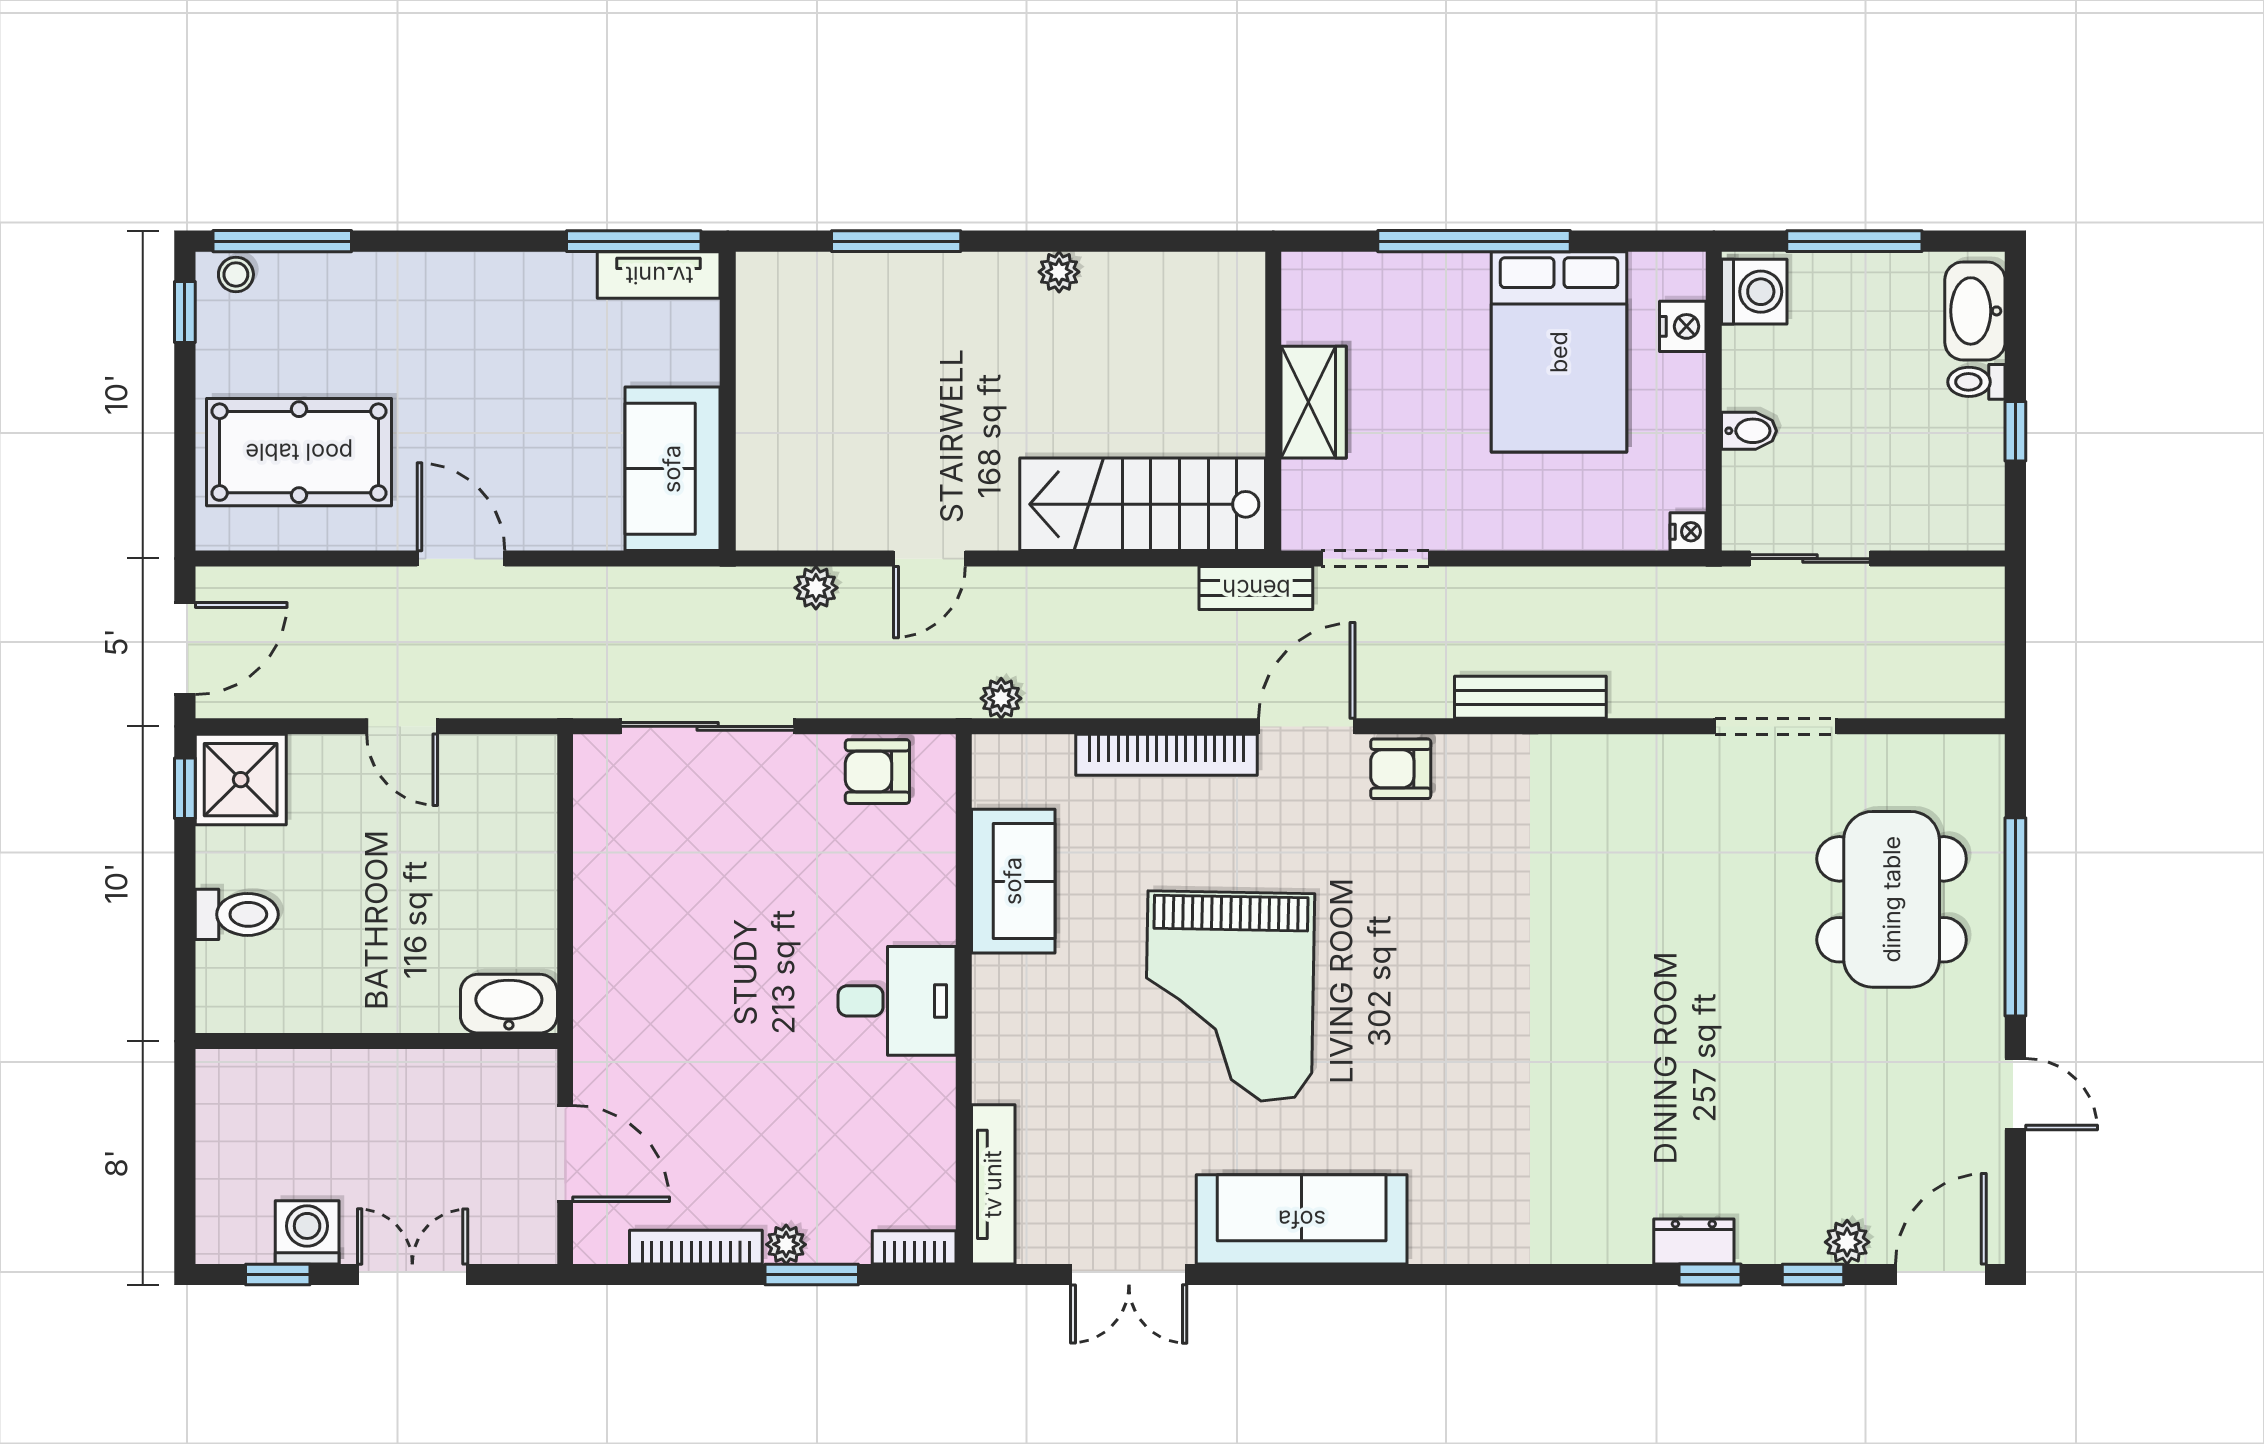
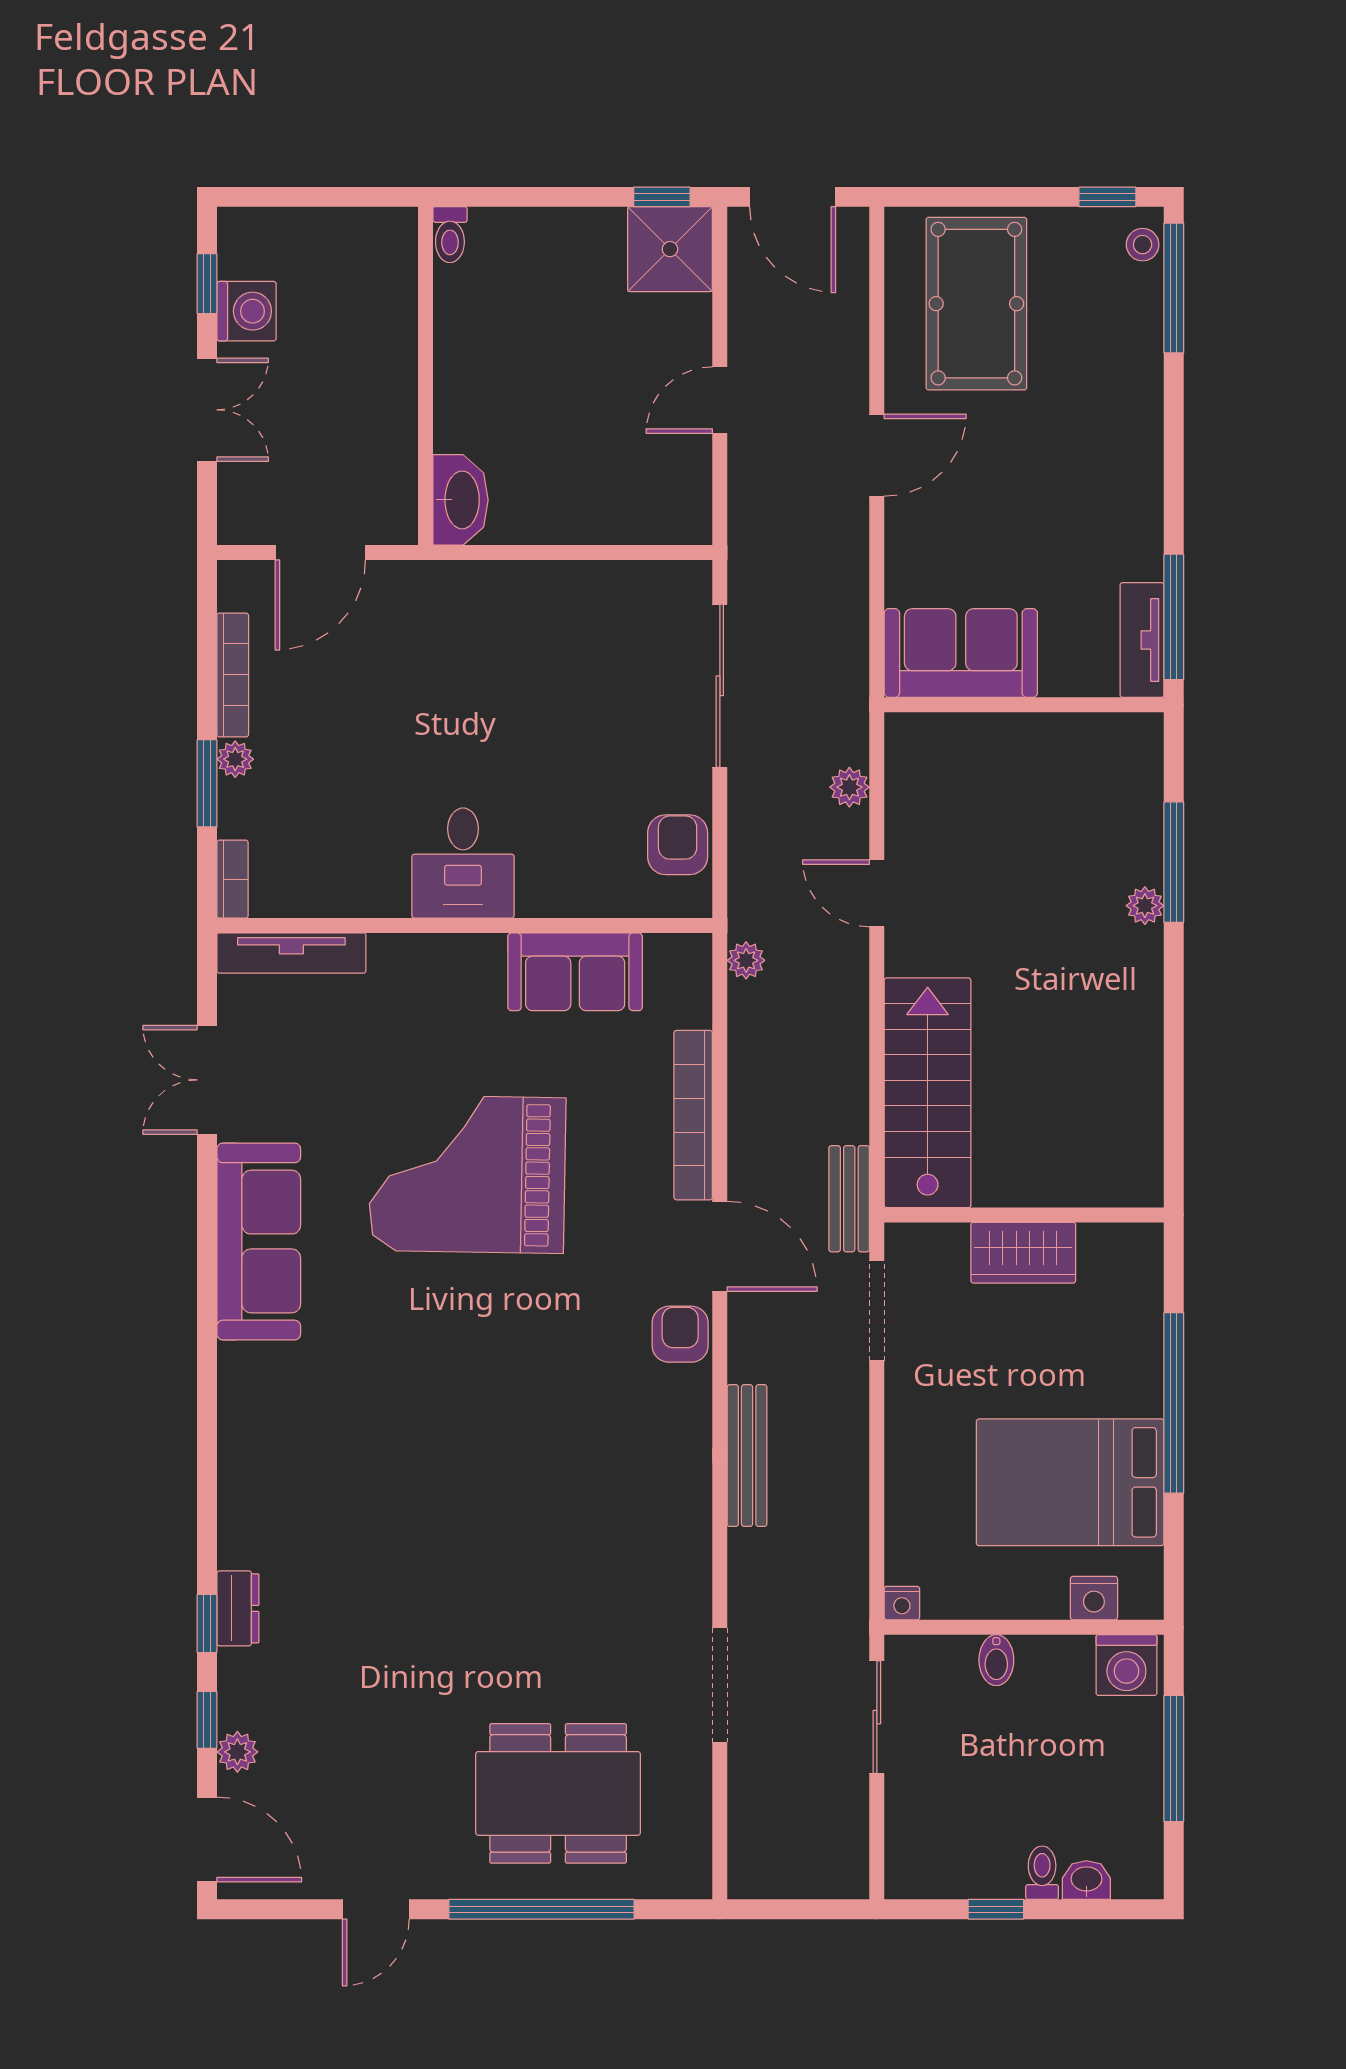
plant: (1059, 272) -> (1145, 906), moved
washbasin: (1975, 311) -> (1086, 1880), width x0.52, depth x0.69
toilet: (237, 914) -> (450, 235), moved, width x0.73, depth x0.72

